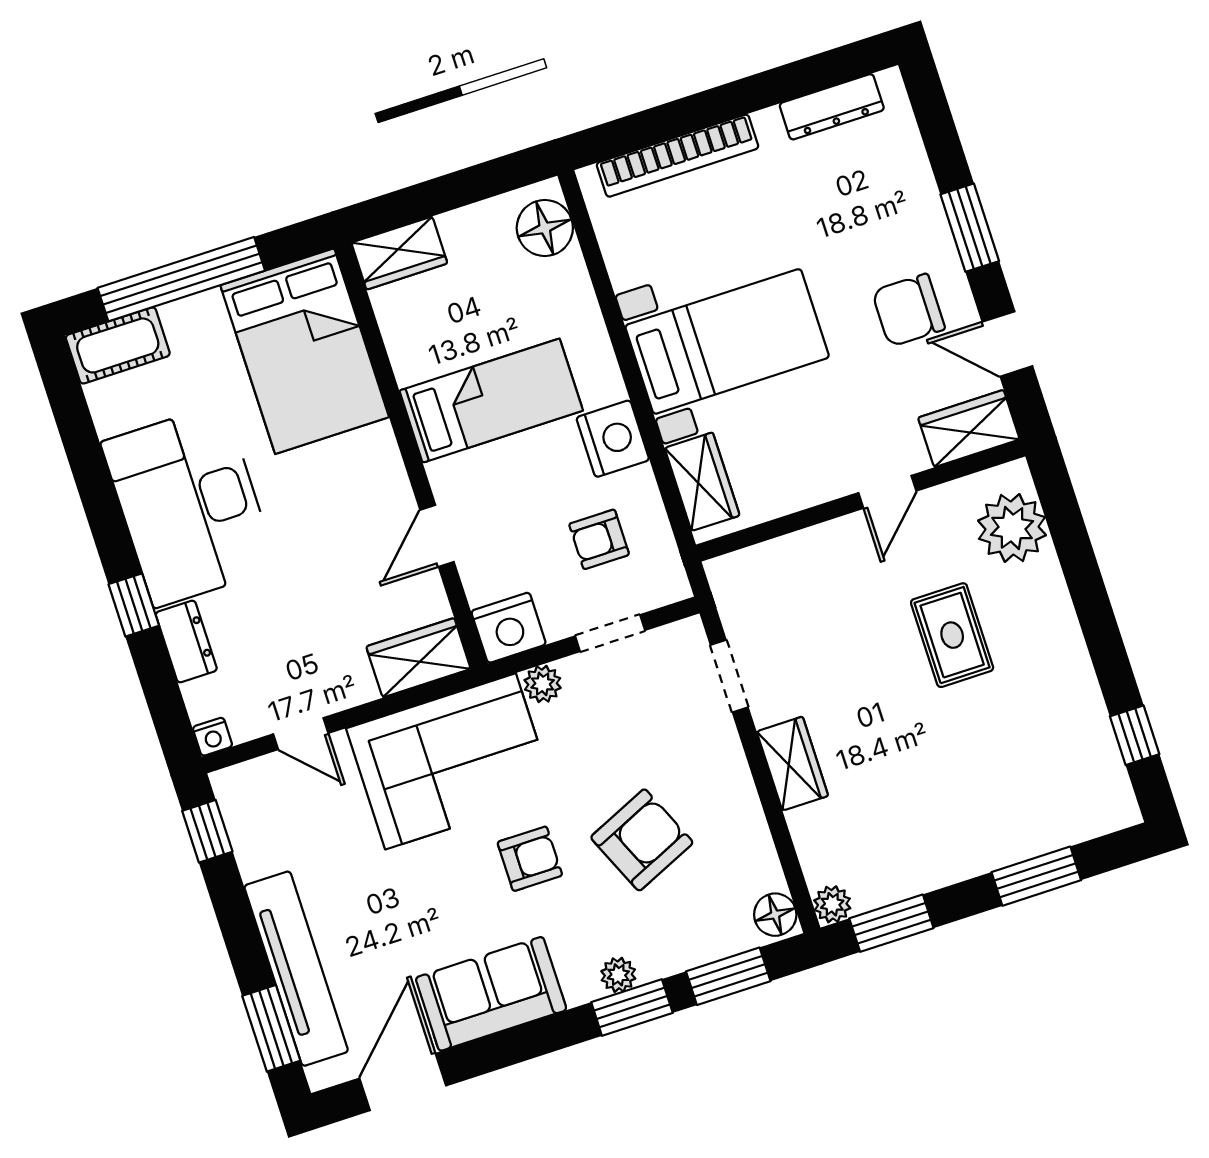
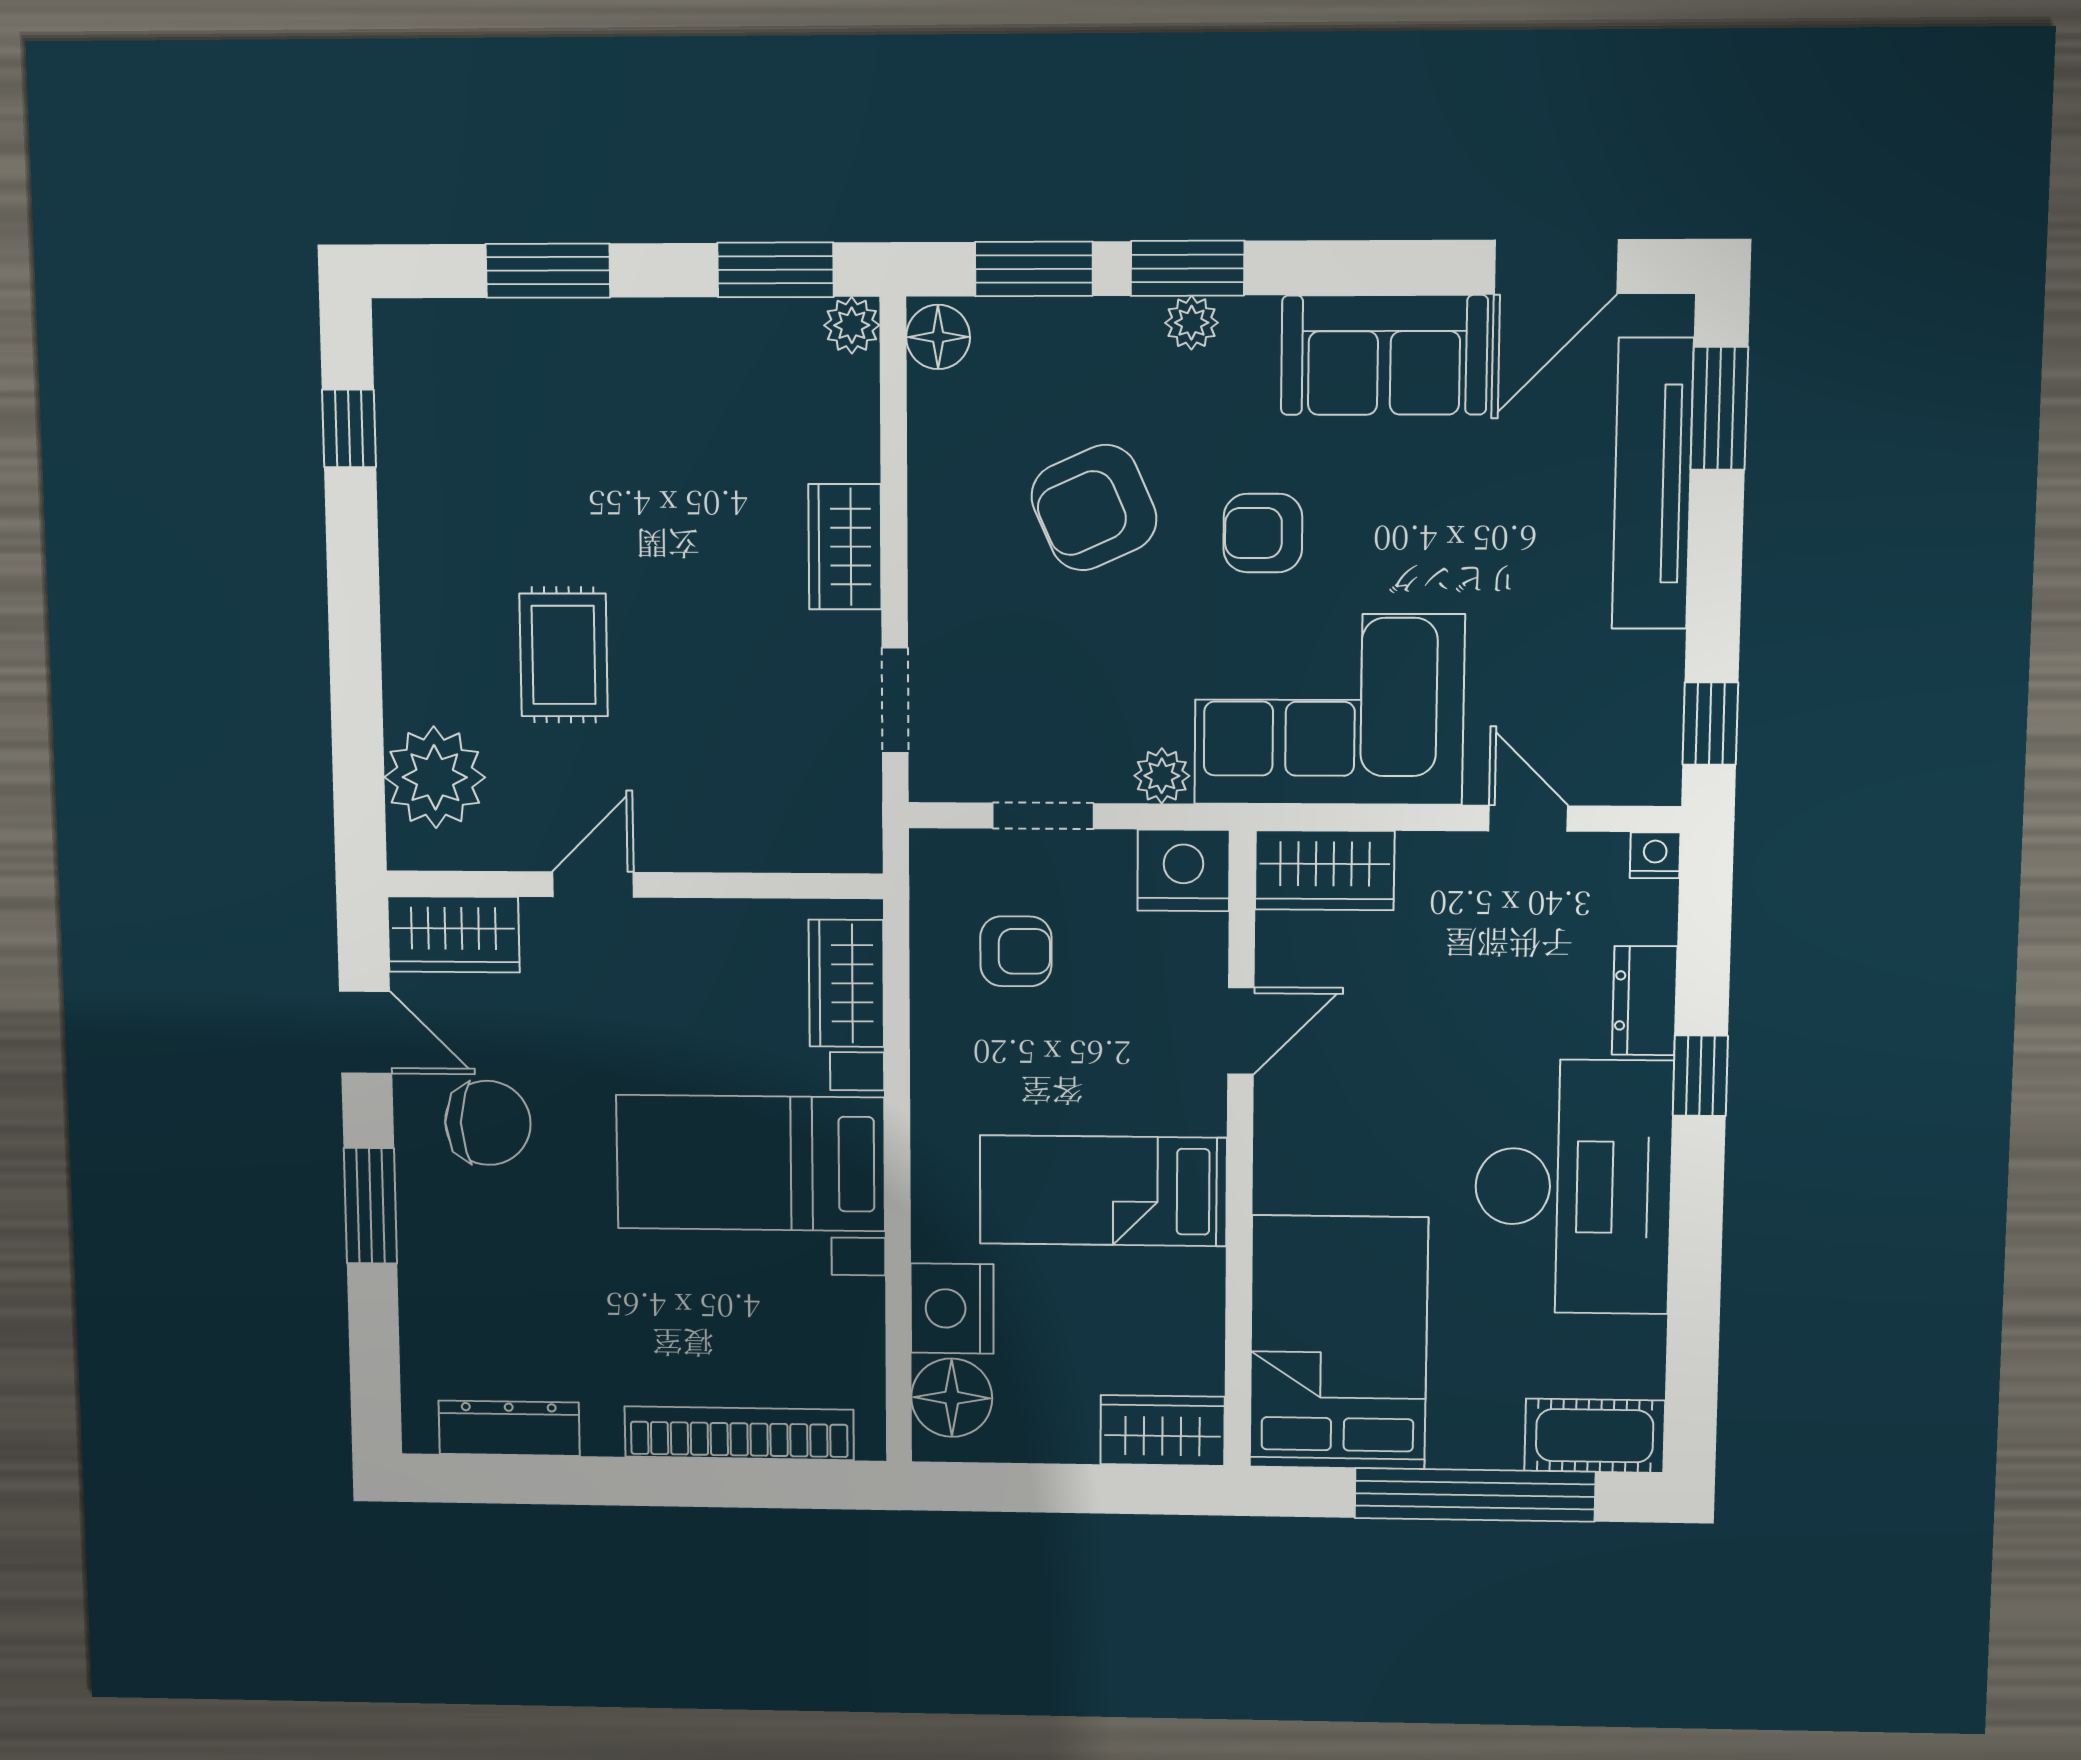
nightstand: (613, 439) -> (952, 1309), moved

